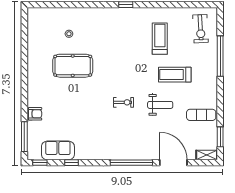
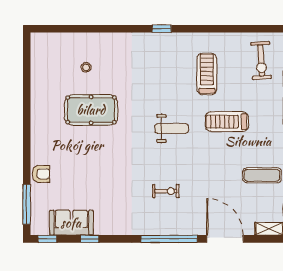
exercise bike: (123, 102) -> (166, 191), moved
weight bench: (160, 105) -> (172, 128), moved

